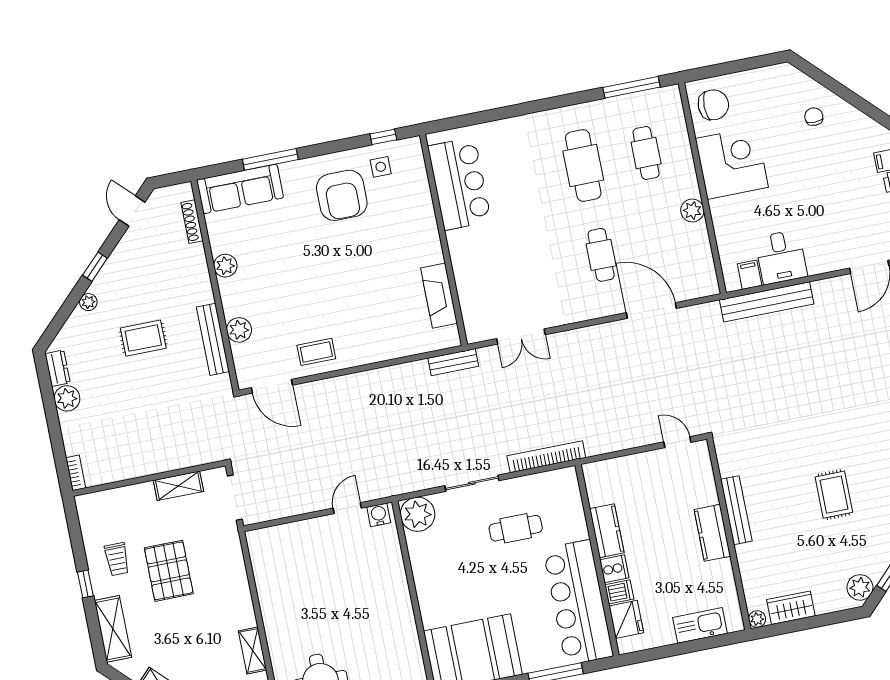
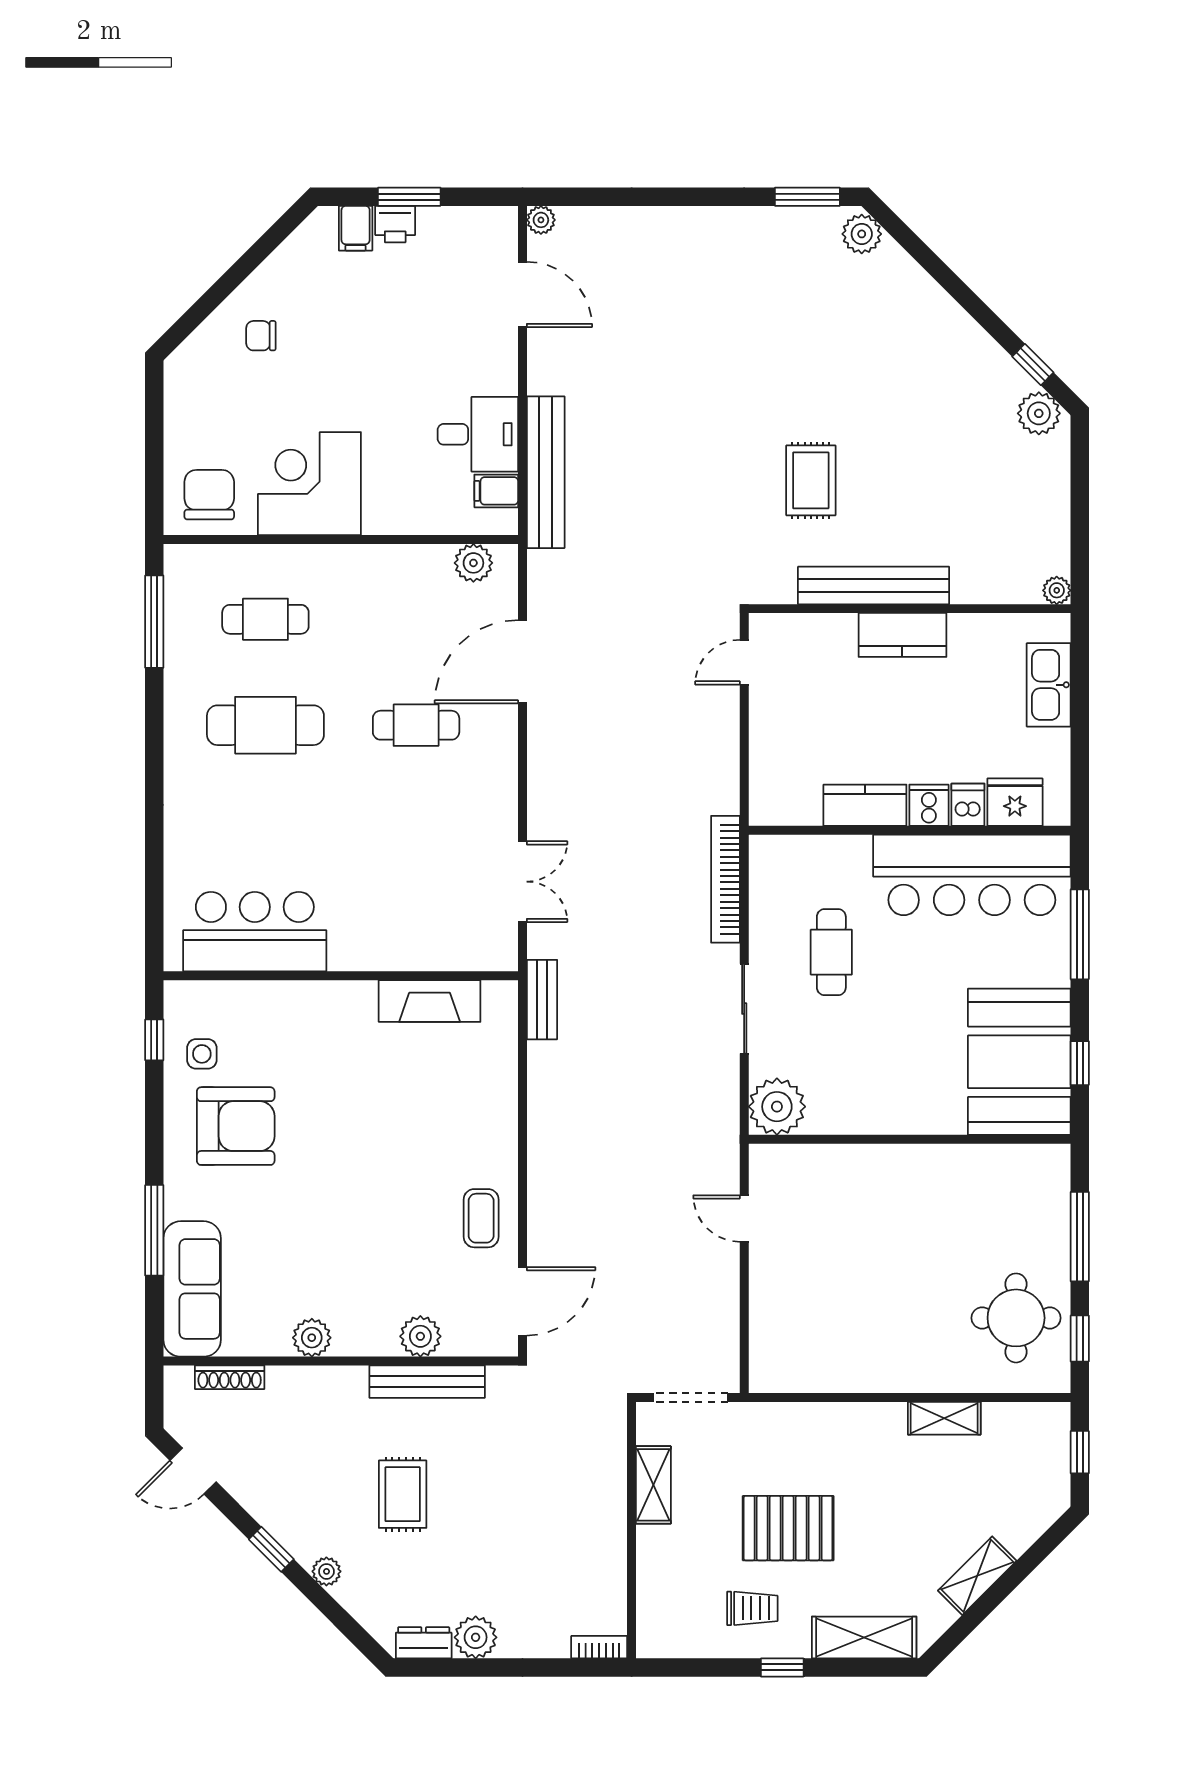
plant: (692, 211) -> (473, 563), moved
rug: (834, 495) -> (811, 480), moved, turned 90
bench: (736, 510) -> (874, 585), width x1.37, depth x1.21
water cooler: (379, 515) -> (765, 1170), removed
wardrobe: (791, 608) -> (1049, 532), removed

